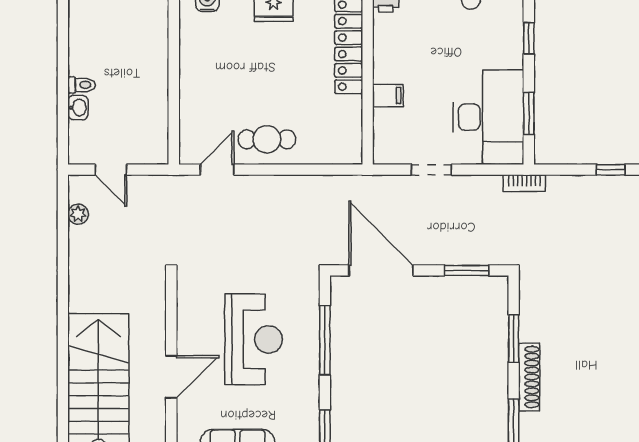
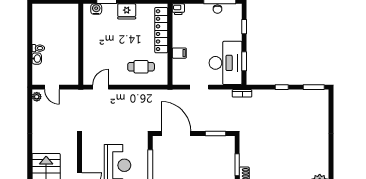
cafe table: (267, 139) -> (141, 67), moved
plant: (78, 214) -> (37, 97), moved

